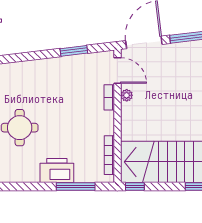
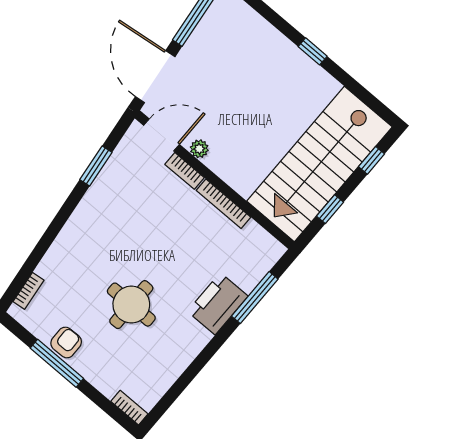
bookcase: (109, 155) -> (223, 204), moved
window: (135, 186) -> (330, 209), moved

